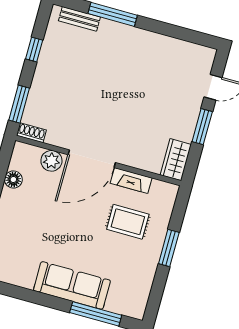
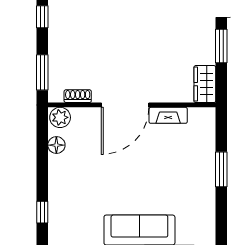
shoe rack: (31, 133) -> (78, 96), moved
plant: (51, 161) -> (60, 117), moved
rug: (128, 222) -> (176, 155), removed

